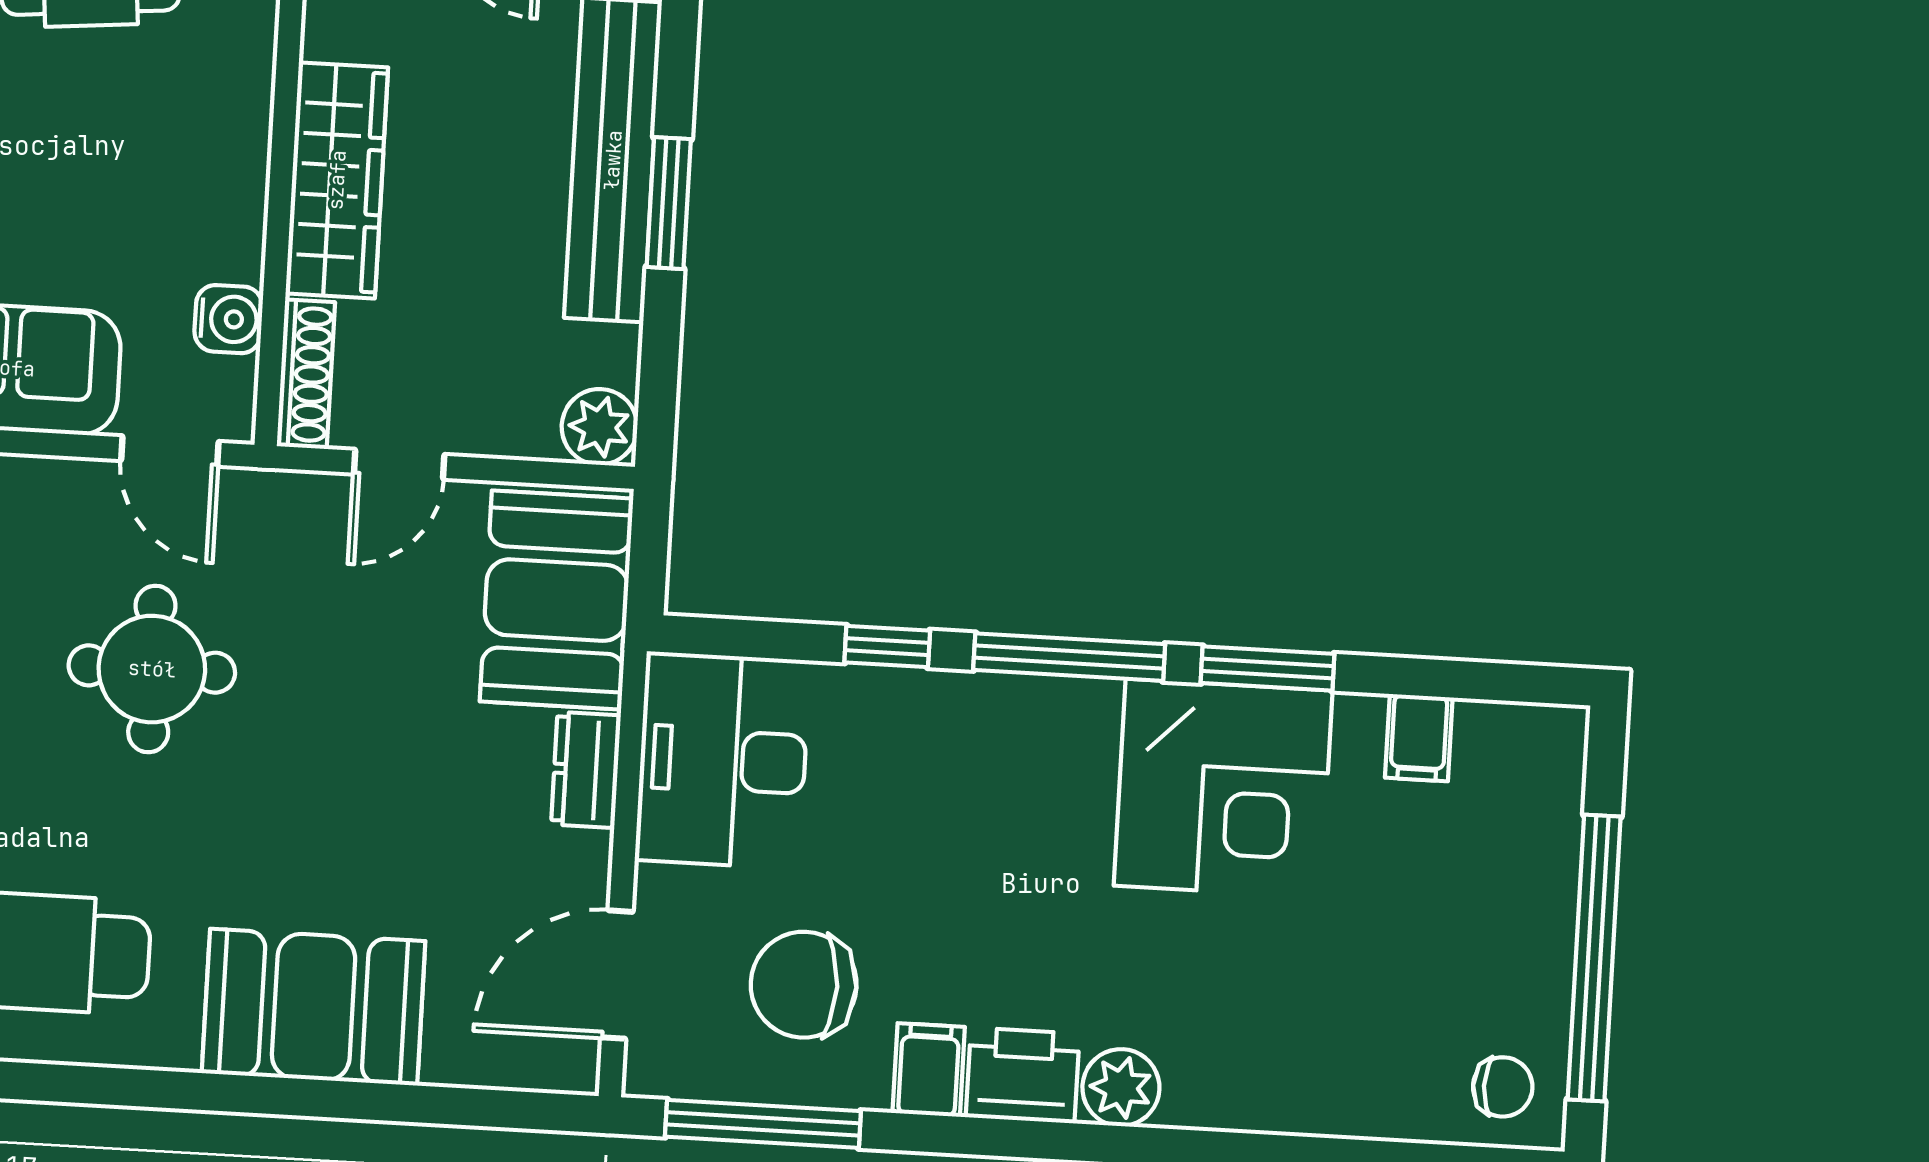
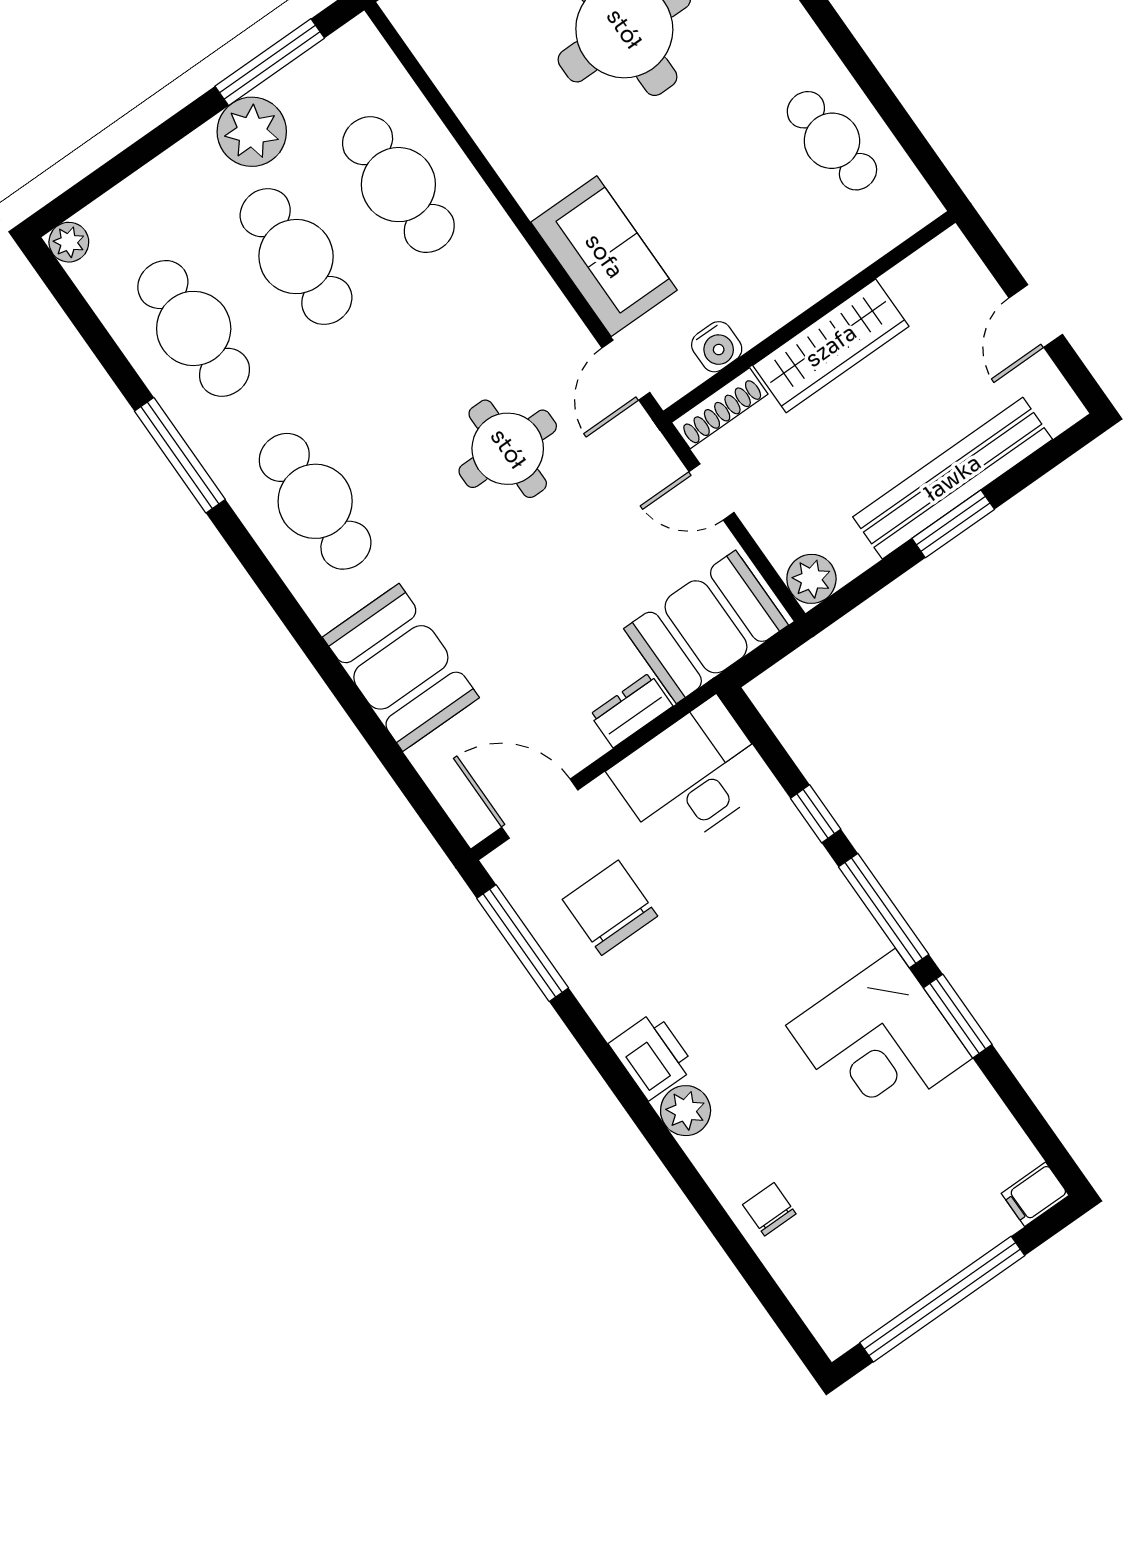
filing cabinet: (1419, 738) -> (1035, 1194), moved
filing cabinet: (929, 1070) -> (617, 1006), removed
chair: (1503, 1087) -> (769, 1209), moved, turned 180

